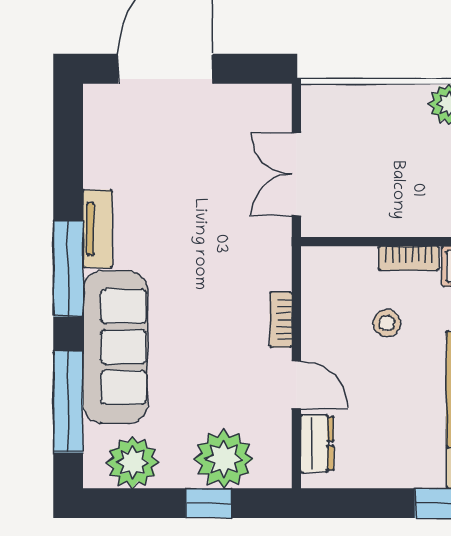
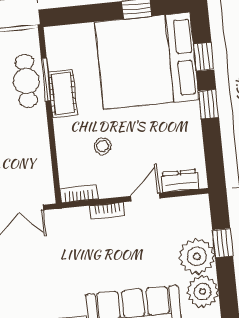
bookcase: (409, 258) -> (79, 194), moved, turned -90
plant: (224, 459) -> (197, 256), moved

